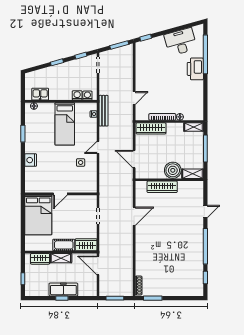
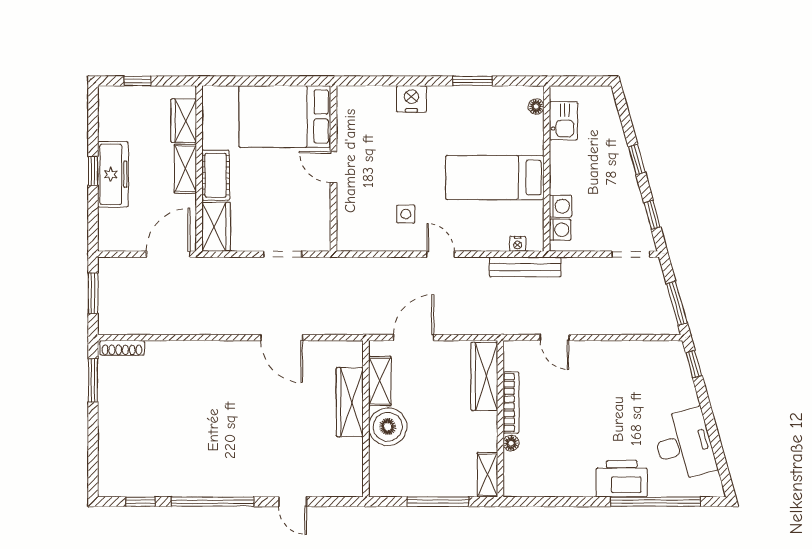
shelving: (193, 174) -> (380, 381), moved

